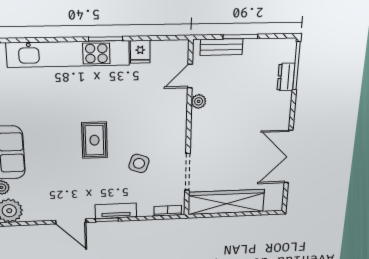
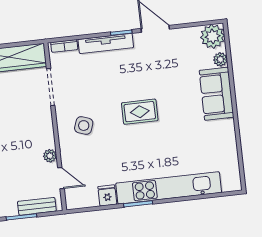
door: (190, 76) -> (61, 178), hinge flipped
rug: (94, 140) -> (140, 112), turned 90
side table: (139, 163) -> (84, 126), moved
tv unit: (116, 211) -> (106, 43), width x1.41

